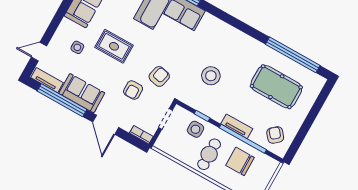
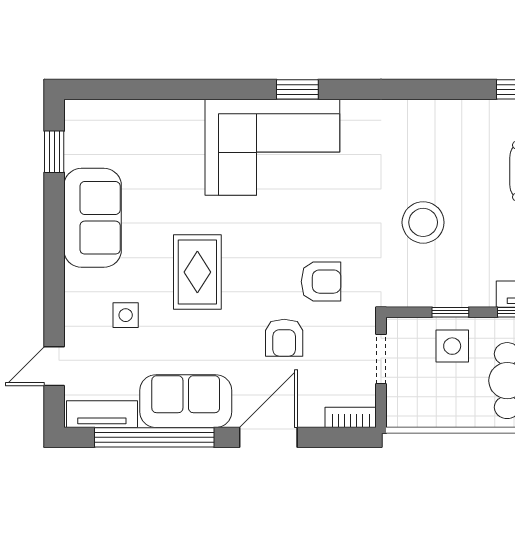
rug: (114, 46) -> (197, 272), turned 90
armchair: (159, 76) -> (321, 282), turned 77
door: (106, 125) -> (268, 437), swing flipped

